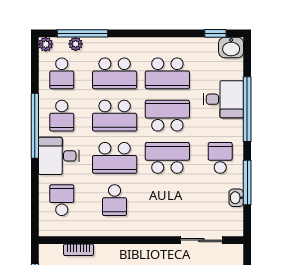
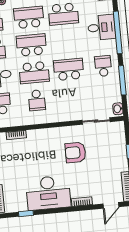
school desk: (115, 73) -> (29, 17), turned 180
school desk: (115, 116) -> (31, 45), turned 180
school desk: (167, 116) -> (66, 42), removed
washbasin: (236, 198) -> (118, 109), moved

